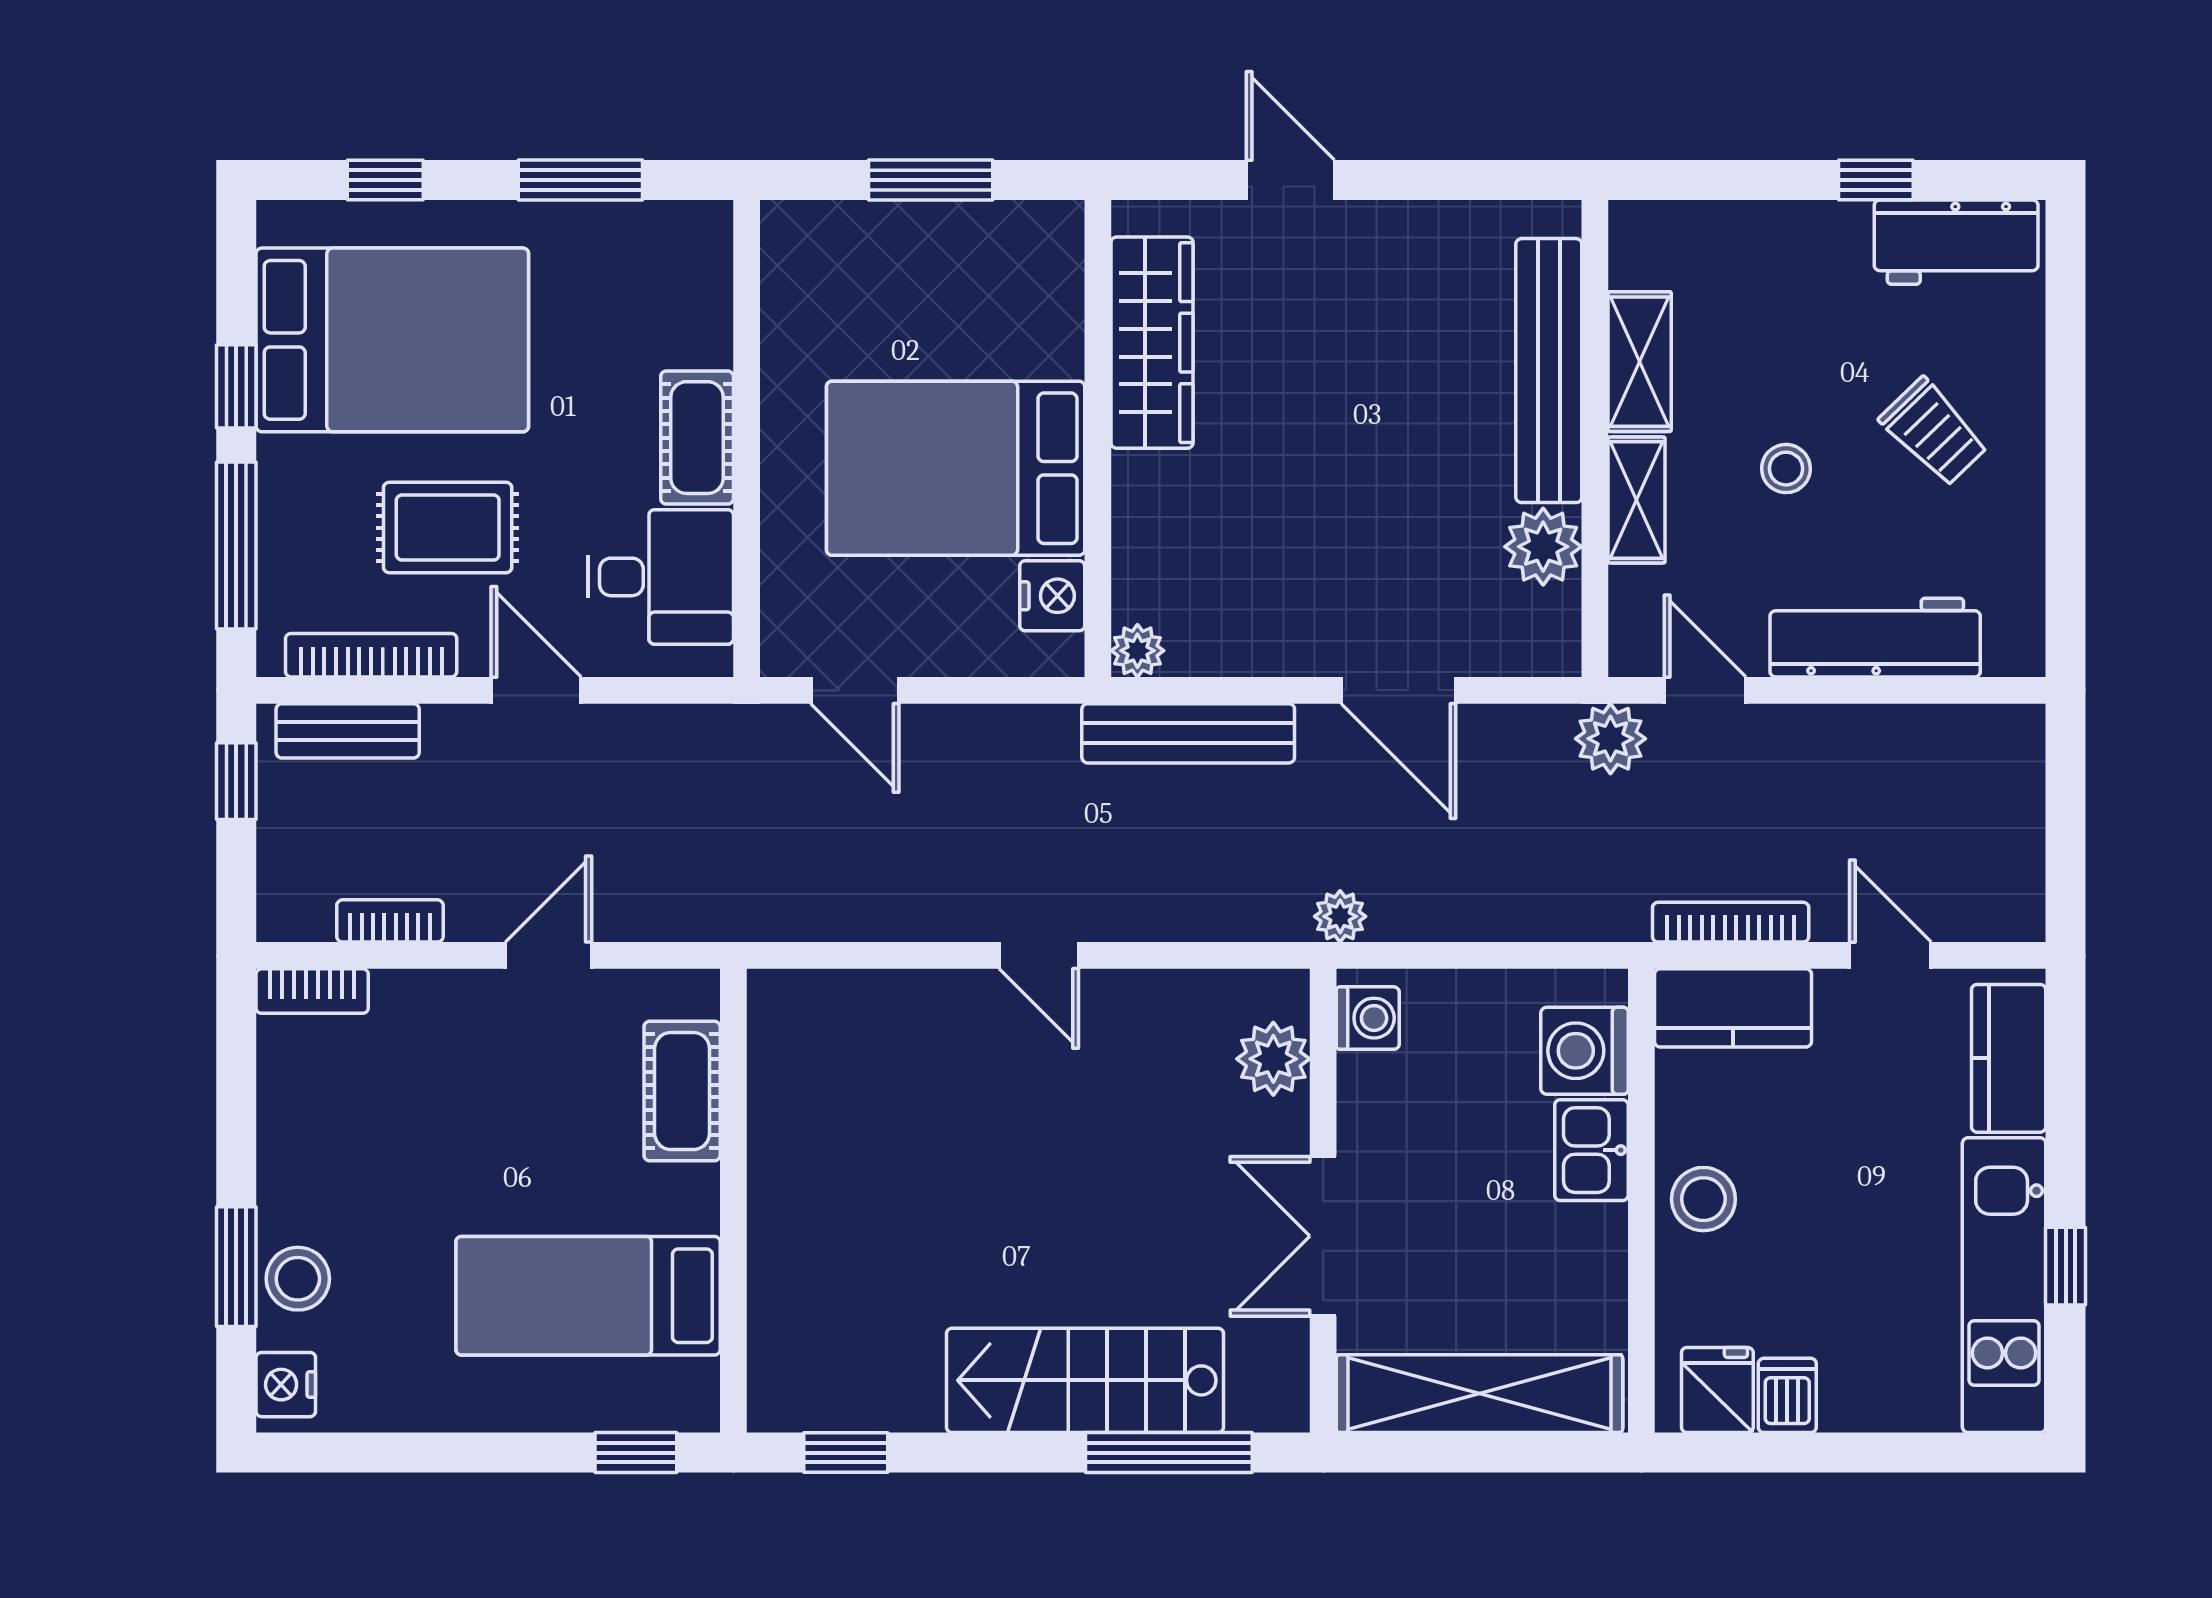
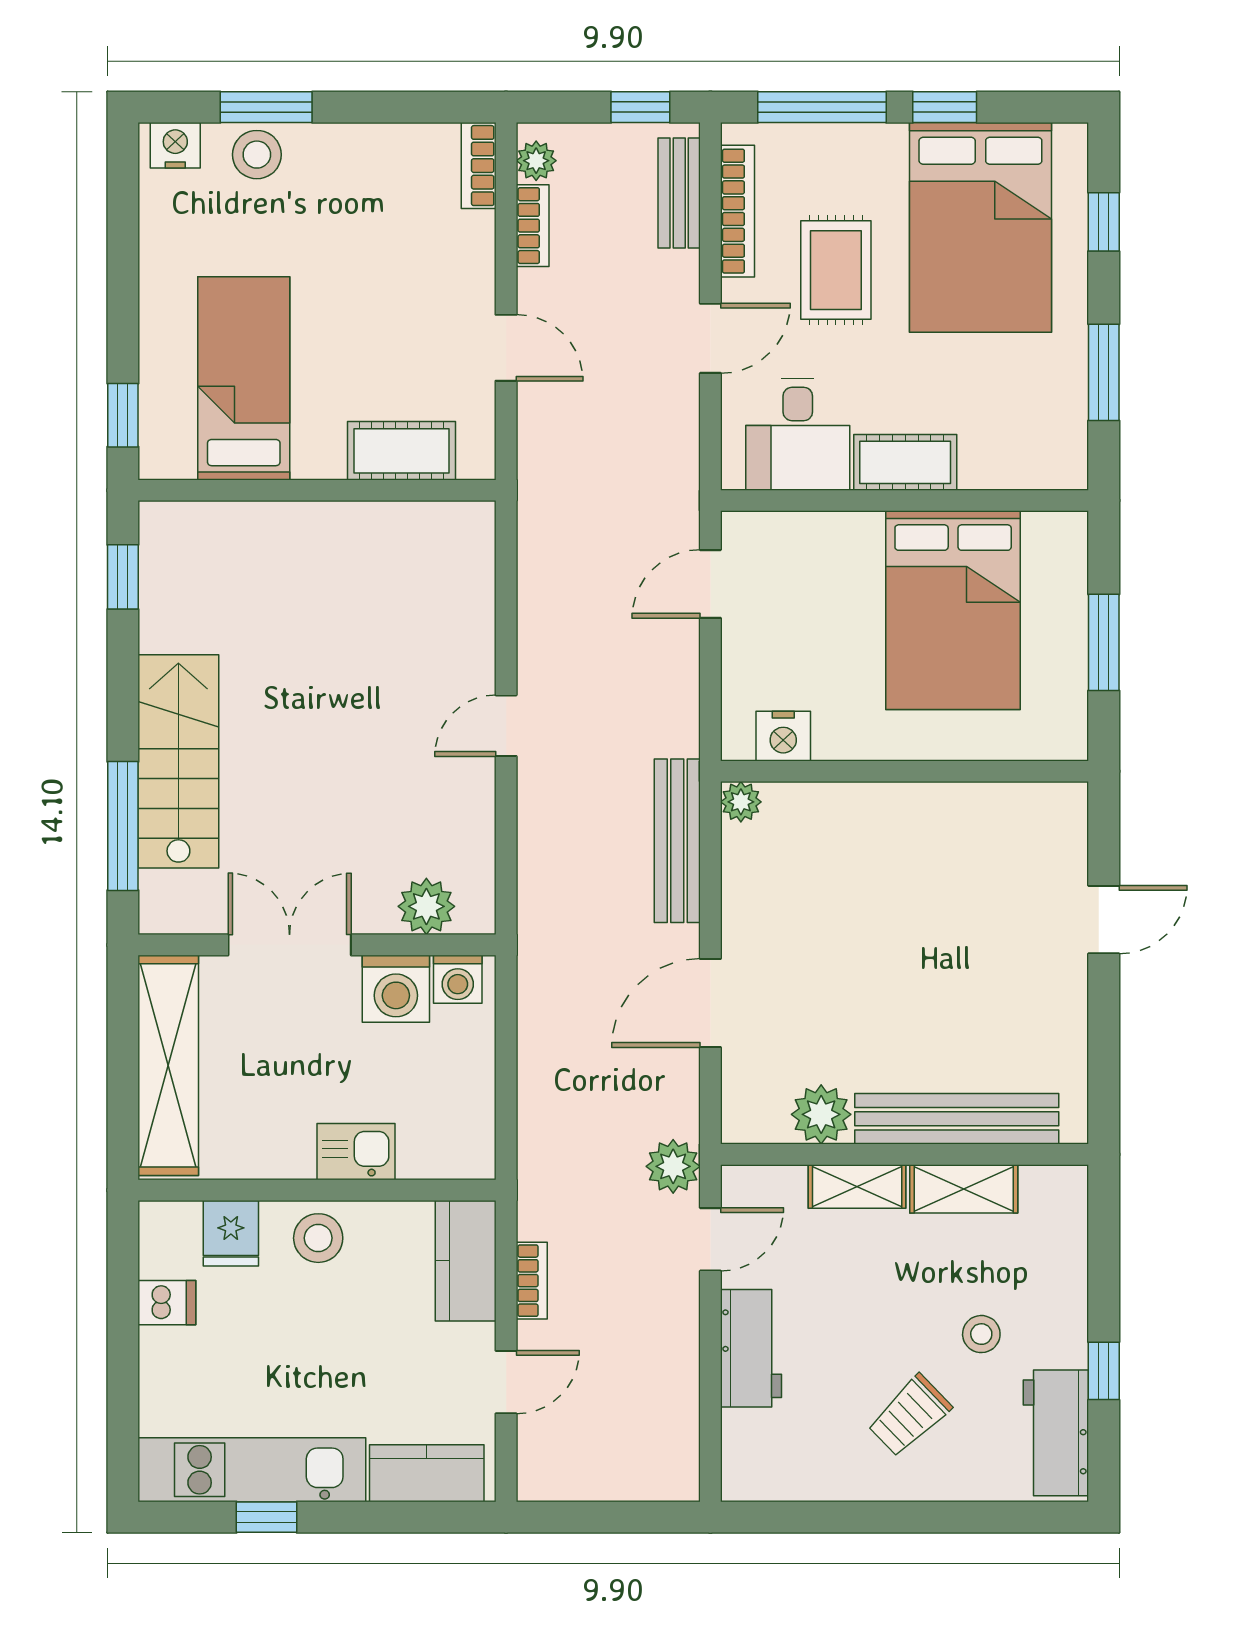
wardrobe: (1152, 343) -> (978, 813), removed
bed: (956, 468) -> (953, 610), moved, turned 180
stool: (1786, 469) -> (981, 1334), moved
workbench: (1875, 638) -> (751, 1348), width x0.73
plant: (1340, 916) -> (536, 161), moved
bookcase: (1731, 922) -> (532, 1281), width x0.64
washing machine: (1585, 1051) -> (396, 989), moved, turned 180
fridge: (1717, 1390) -> (231, 1233), moved, turned 90

